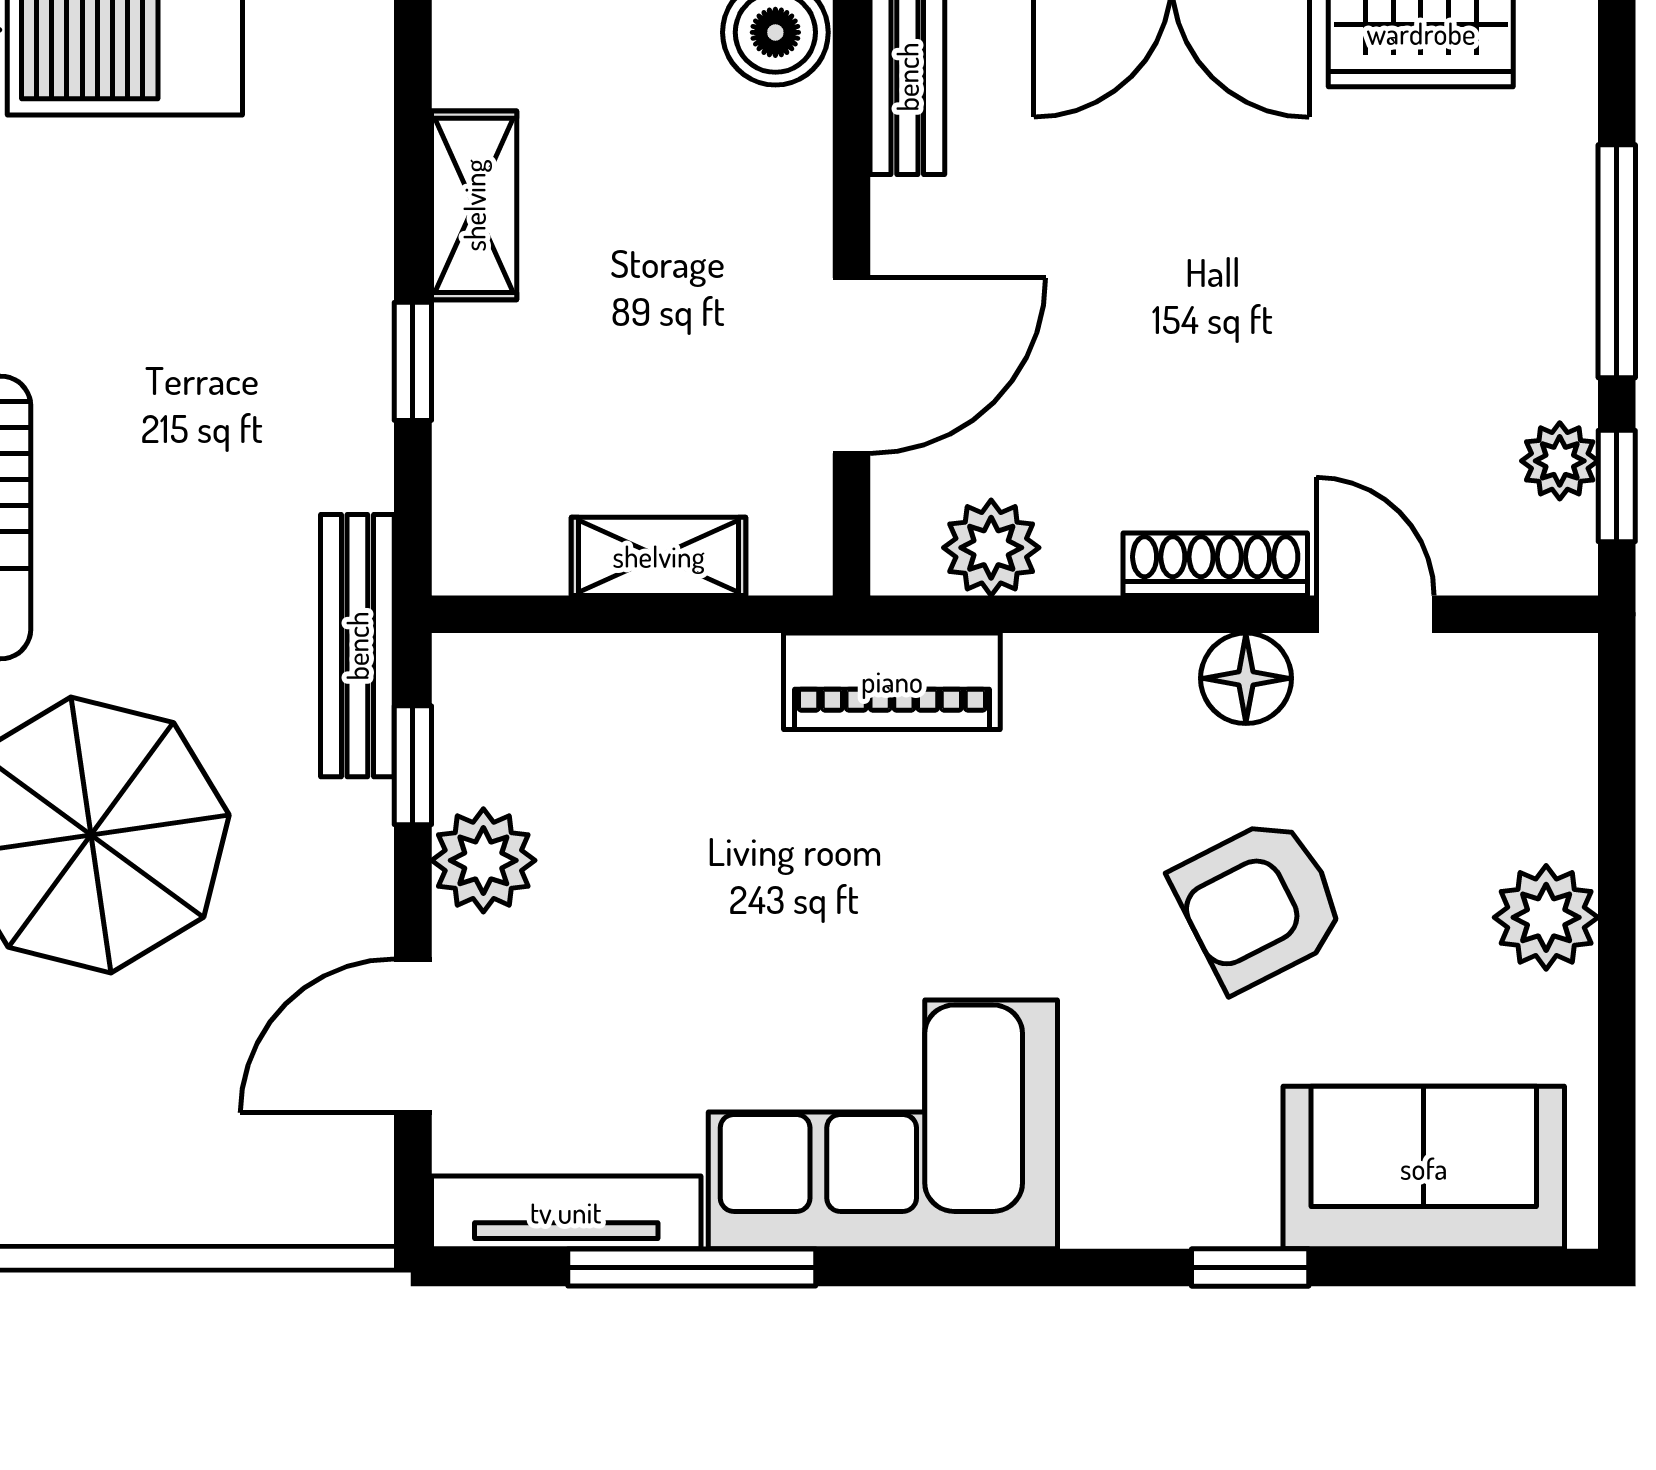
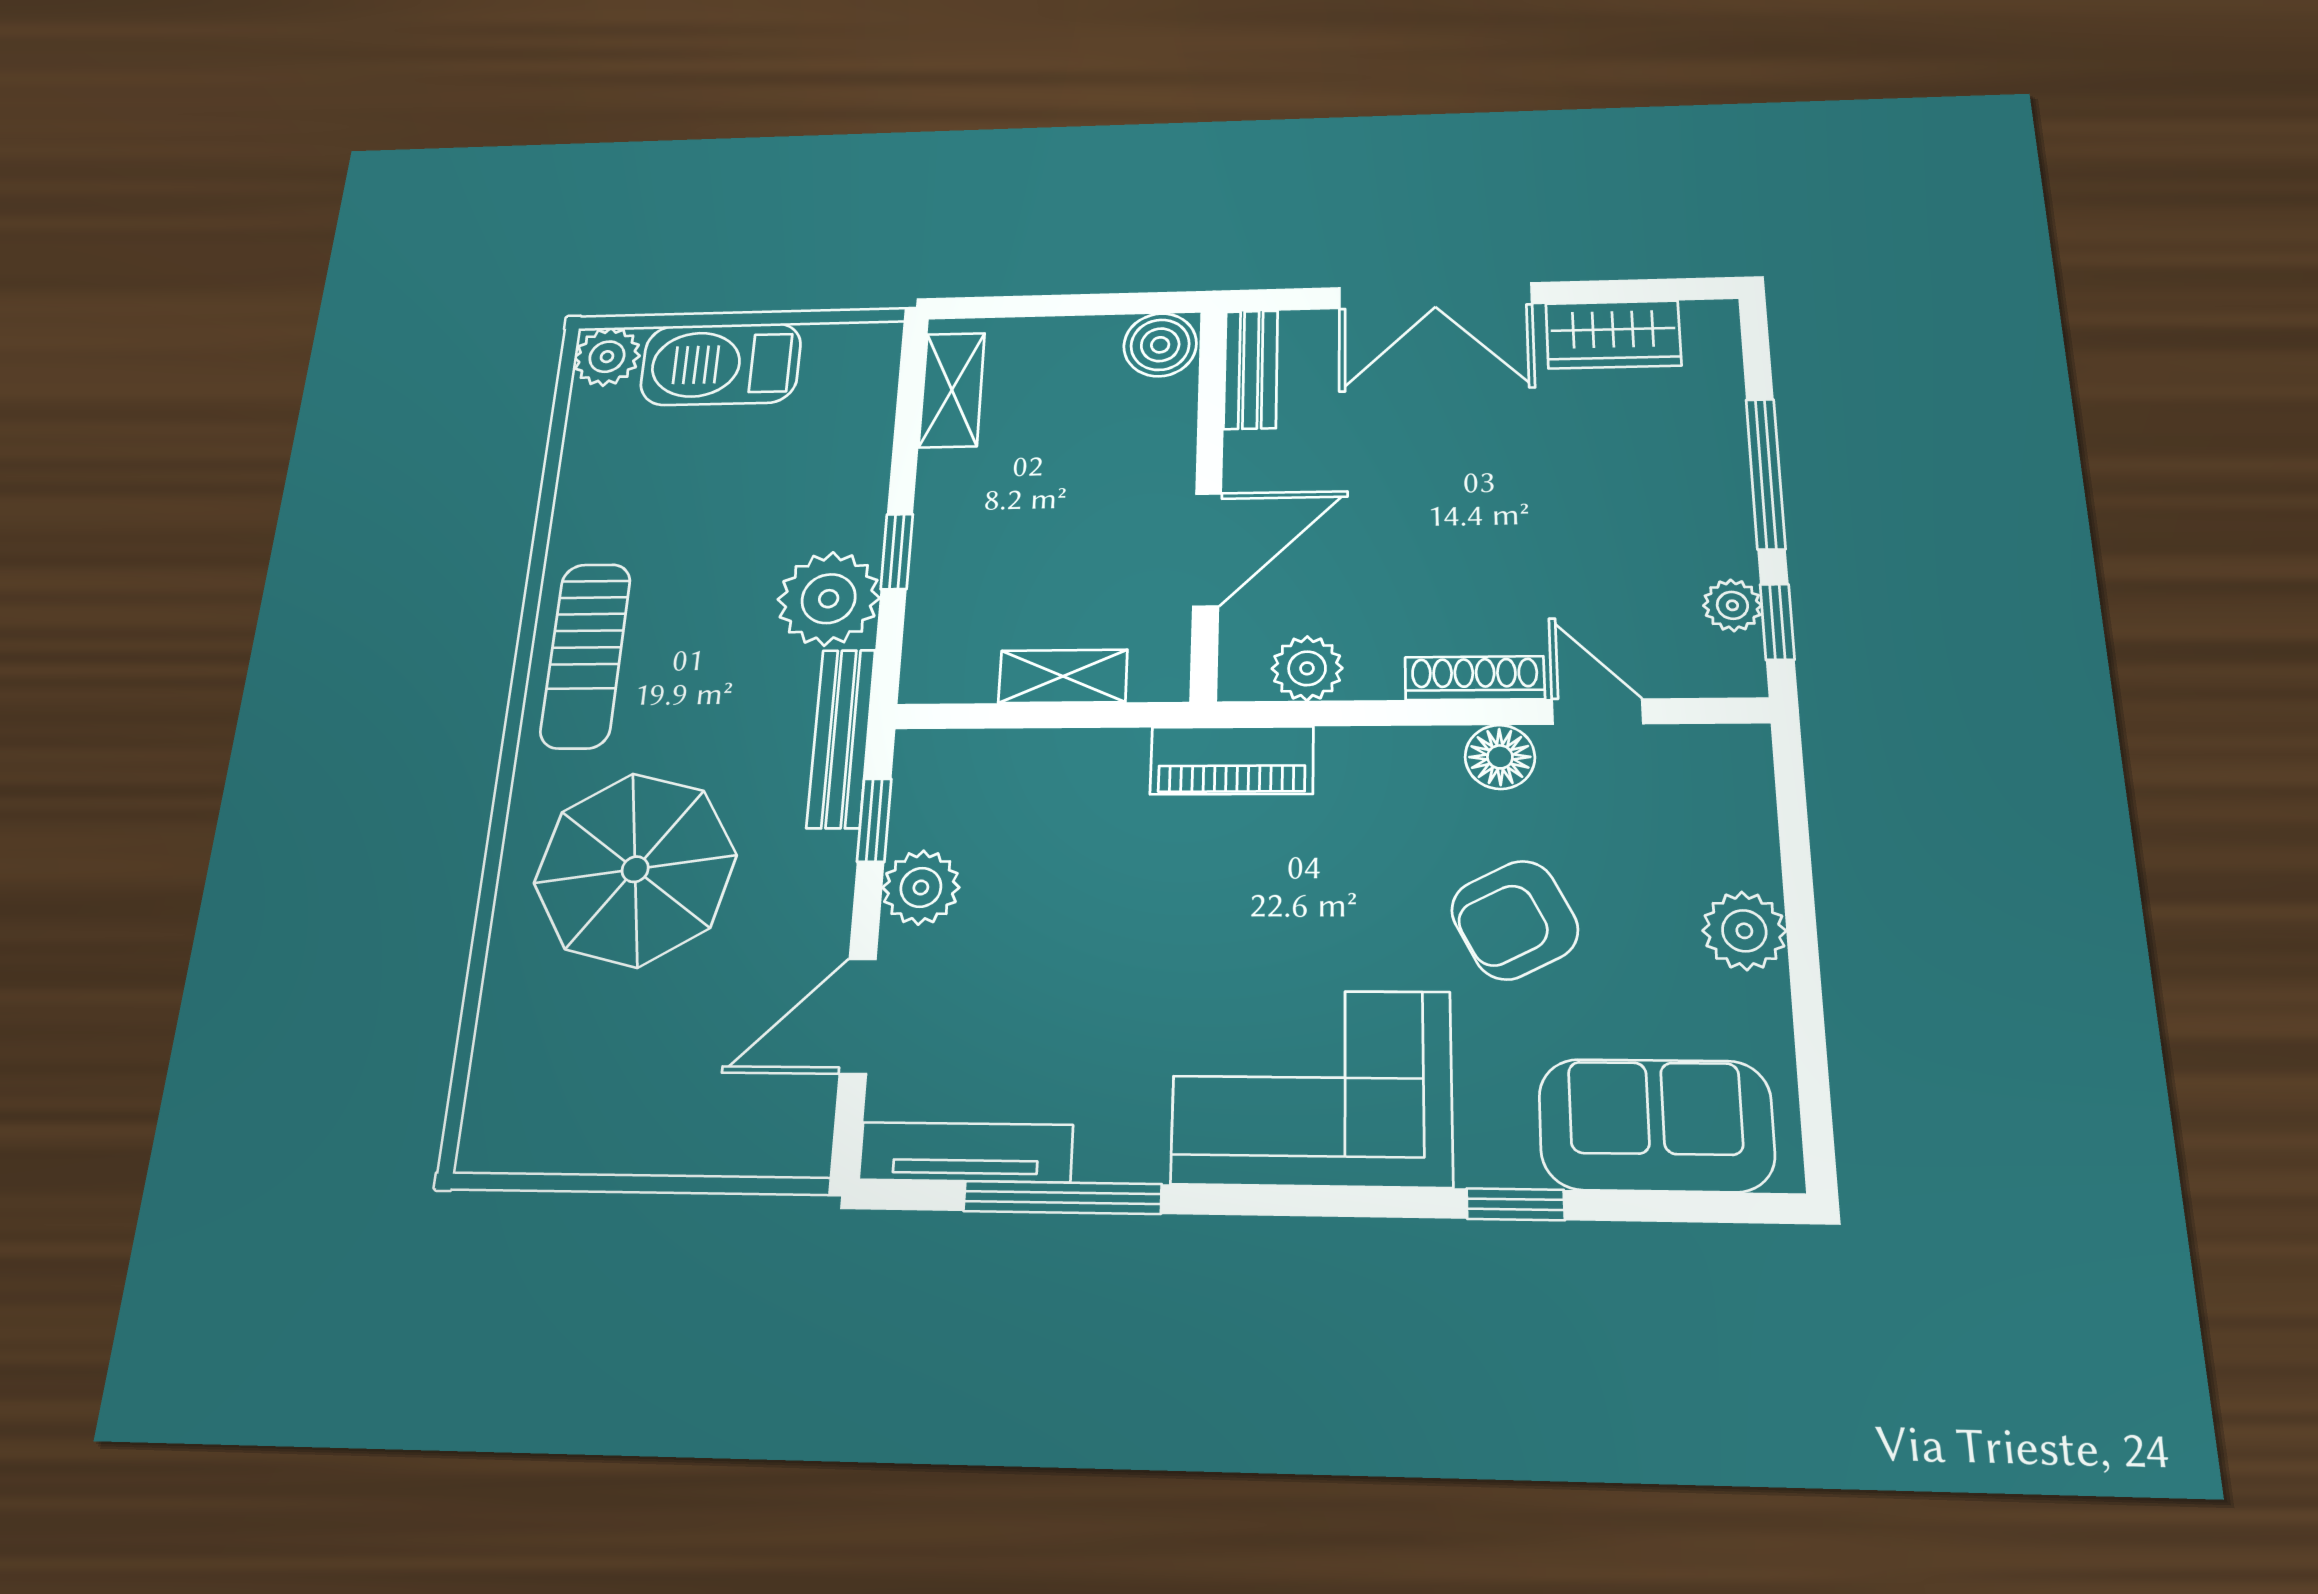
shelving: (474, 205) -> (952, 390), moved
plant: (321, 434) -> (829, 599), added
corner sofa: (883, 1124) -> (1312, 1087), moved

